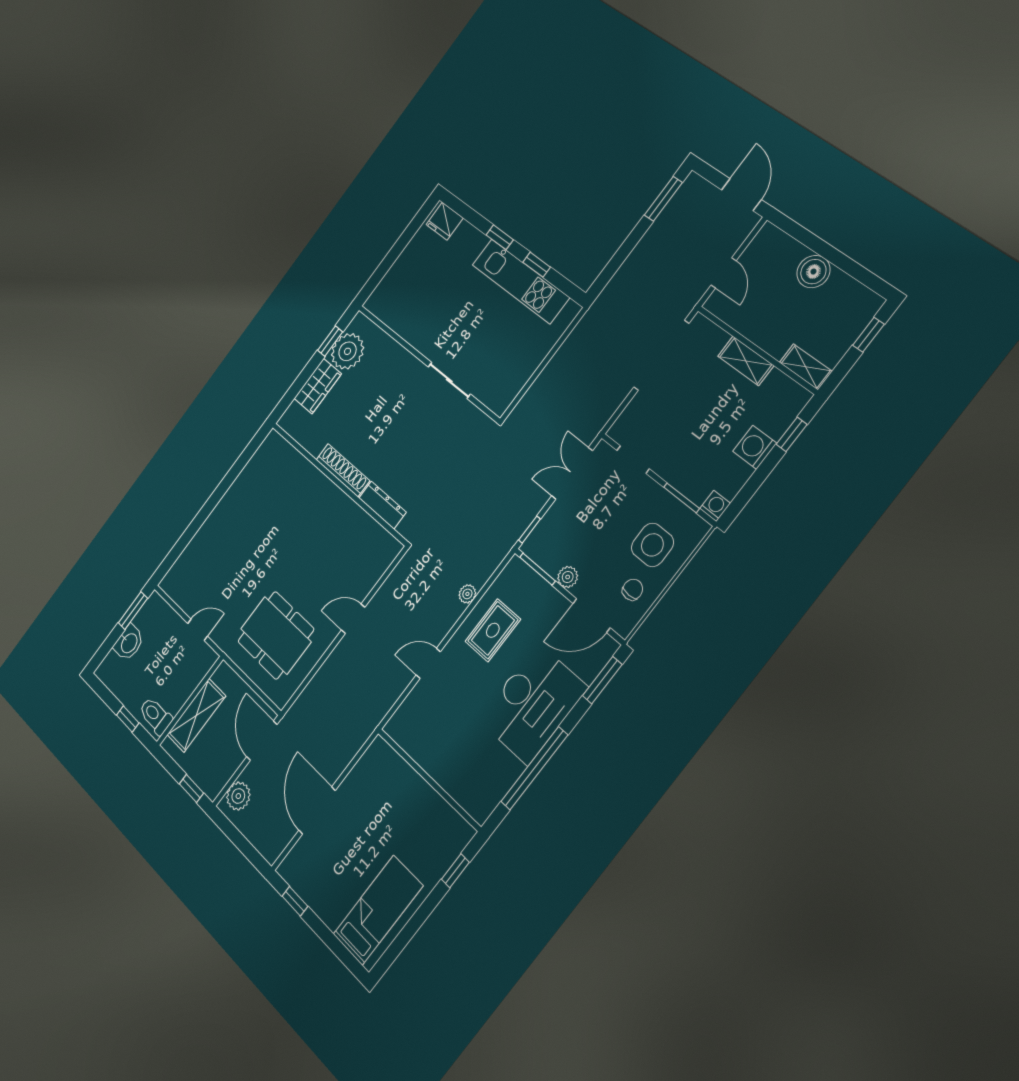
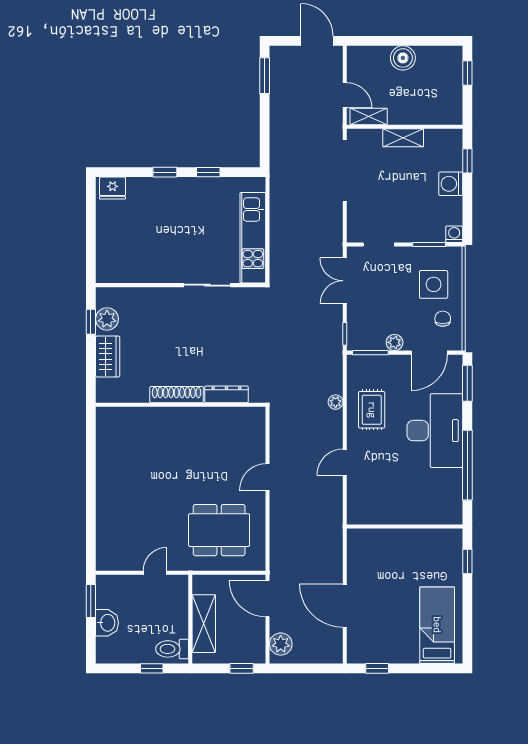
kitchen unit: (520, 281) -> (253, 238), moved, turned 90
plant: (348, 351) -> (107, 319), width x0.73, depth x0.73
shelving: (806, 367) -> (369, 116), moved

